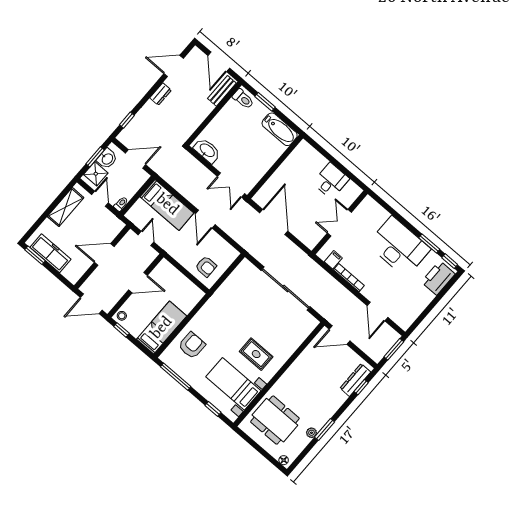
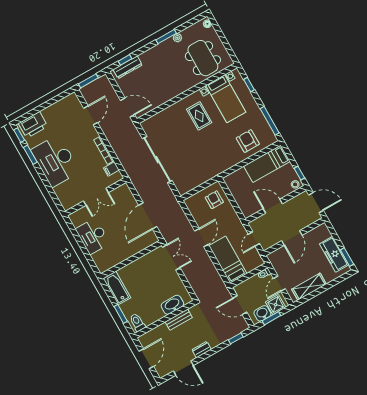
bench: (222, 91) -> (179, 320), moved
washbasin: (207, 151) -> (172, 305), moved, turned 90
desk: (331, 181) -> (93, 236), width x1.37
door: (104, 255) -> (292, 238), hinge flipped
armchair: (192, 345) -> (248, 141), turned 90

